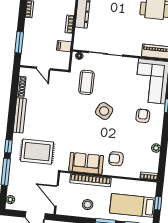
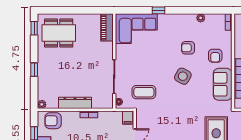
filing cabinet: (64, 46) -> (128, 118), moved
side table: (104, 111) -> (183, 76), moved
armchair: (143, 116) -> (188, 48), moved

